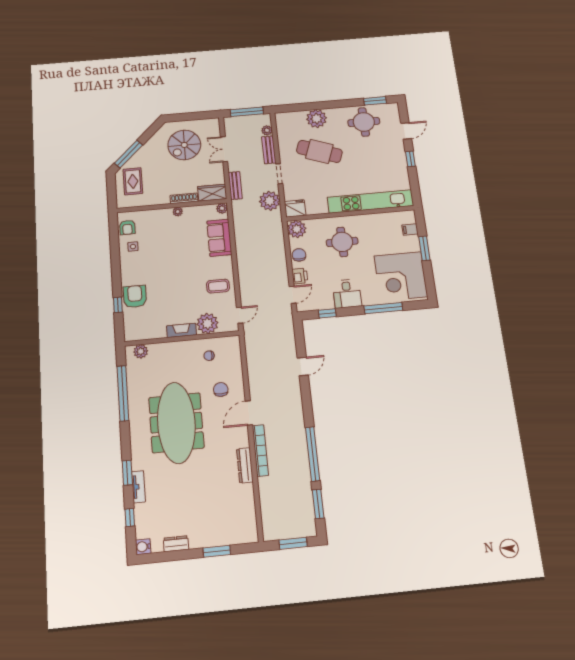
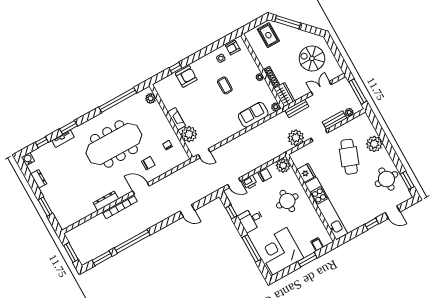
rug: (133, 181) -> (268, 35), turned 90
fridge: (295, 208) -> (306, 173), moved
coffee table: (218, 286) -> (225, 85), moved

